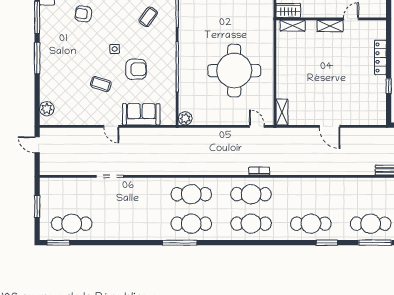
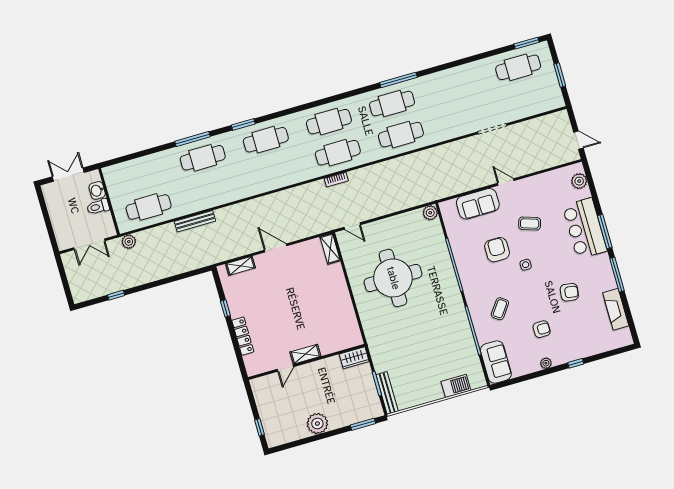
shelving: (293, 26) -> (241, 266), moved
bar counter: (54, 66) -> (585, 228), added
armchair: (136, 69) -> (497, 250), turned 90

